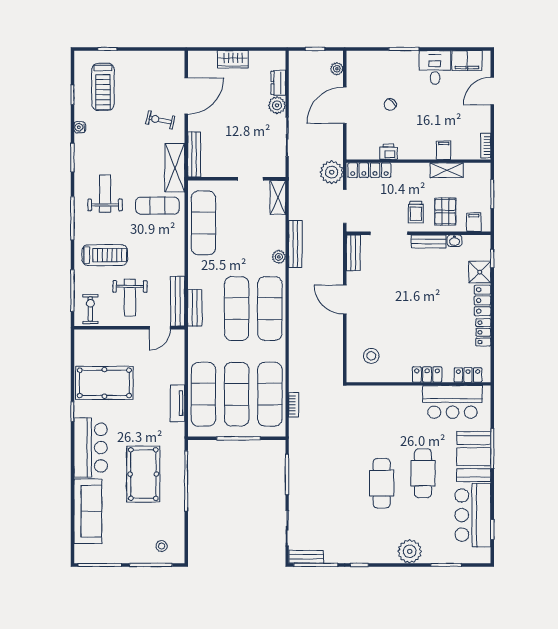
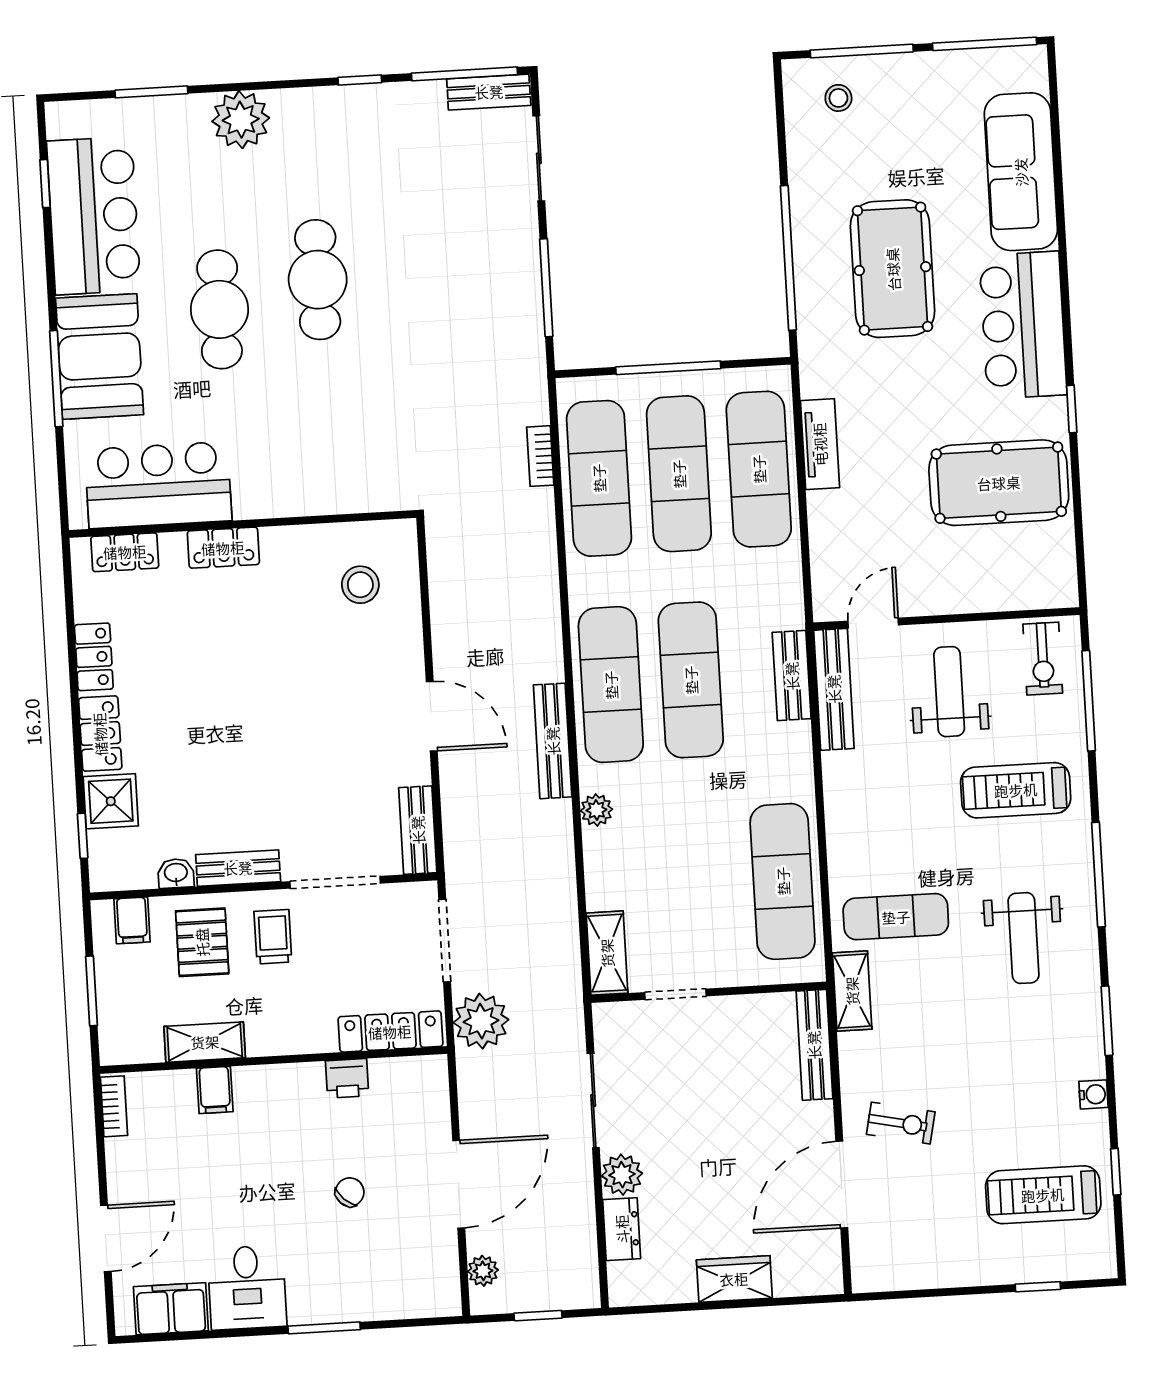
treadmill: (103, 87) -> (1043, 1195), turned -90
shelving: (175, 168) -> (852, 991), width x0.67, depth x0.75
bench: (295, 244) -> (553, 741), moved

